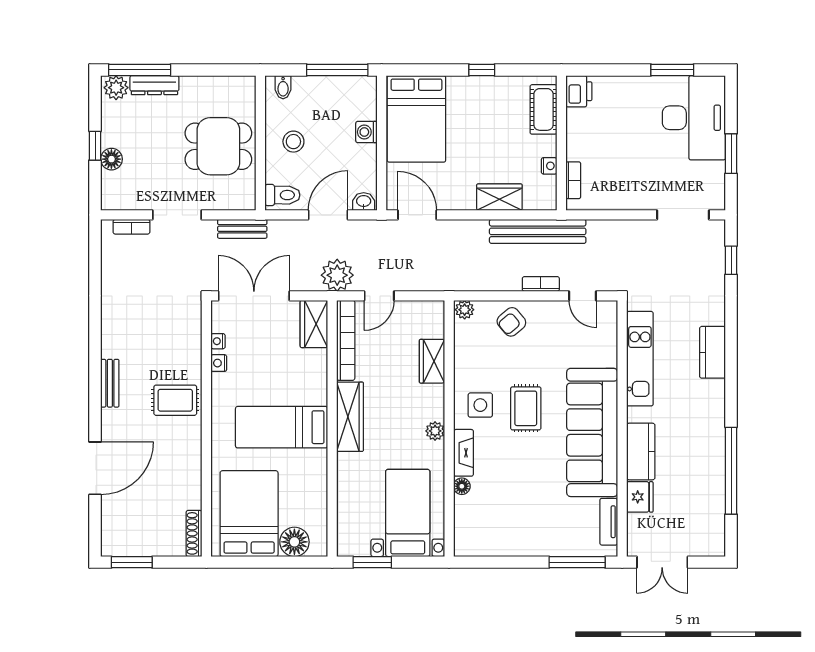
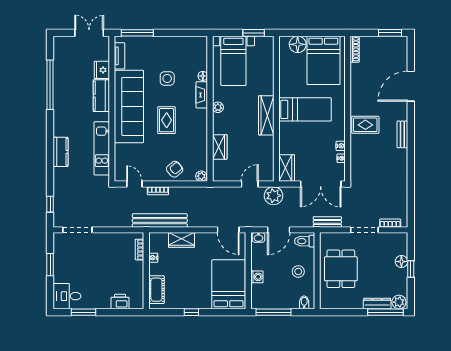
printer: (579, 91) -> (120, 302), moved, turned 90
desk: (694, 118) -> (67, 296), width x0.53, depth x0.77
dining table: (218, 146) -> (341, 269), turned 90
bookcase: (346, 340) -> (269, 159), removed
side table: (480, 405) -> (167, 78), moved

